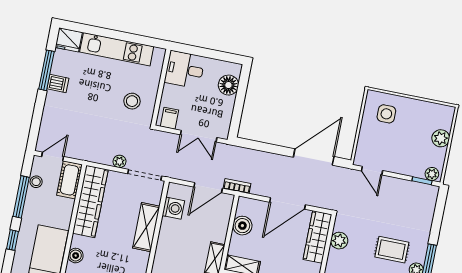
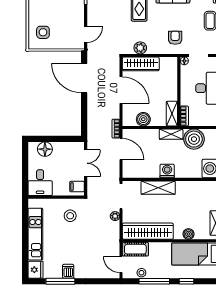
washing machine: (173, 208) -> (167, 171), moved

